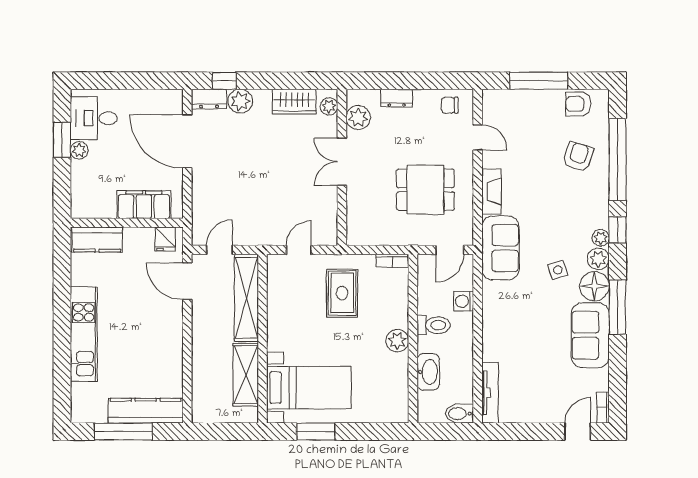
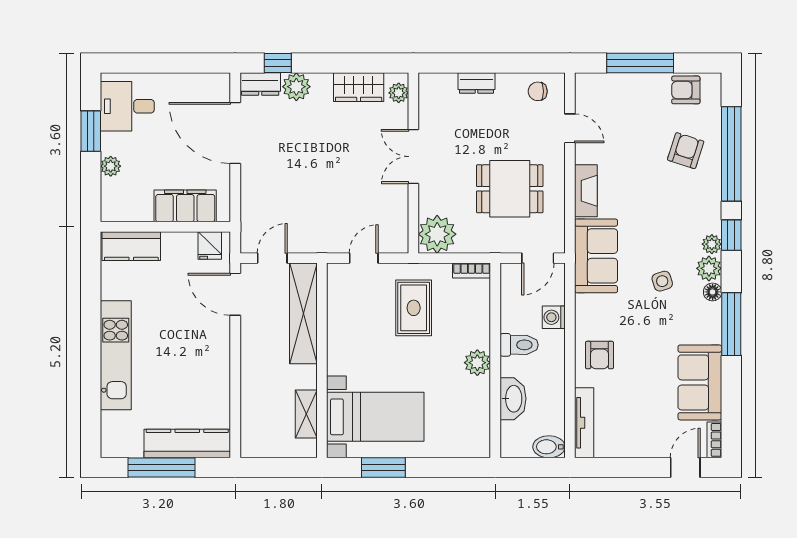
plant: (358, 118) -> (437, 234), moved, width x1.36, depth x1.36
plant: (79, 150) -> (111, 166), moved
floor lamp: (594, 286) -> (713, 292), width x0.53, depth x0.53
armchair: (503, 334) -> (599, 355), added
sofa: (590, 335) -> (700, 382), moved
shelving: (246, 375) -> (306, 414), width x0.67, depth x0.75

